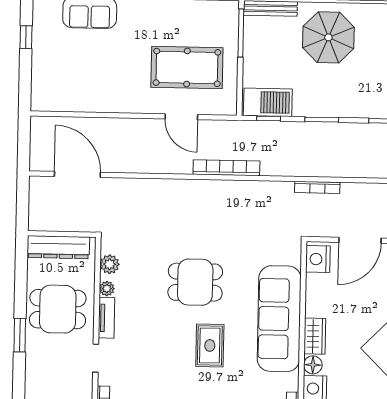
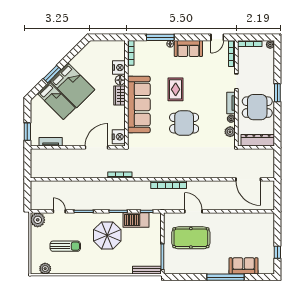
parasol: (328, 37) -> (107, 235), moved
barbecue: (268, 102) -> (136, 220), moved

